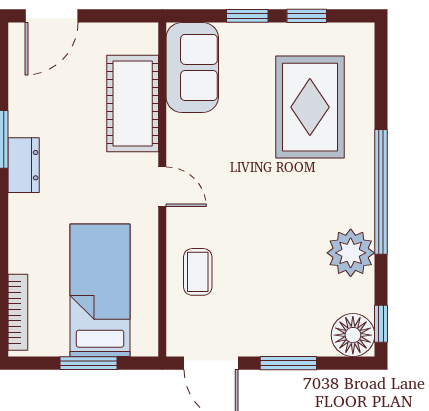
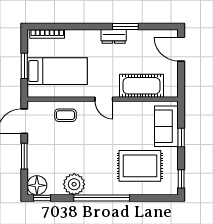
window: (307, 16) -> (181, 179), moved
sofa: (192, 67) -> (166, 126), moved, turned 90
door: (162, 187) -> (104, 99), hinge flipped

